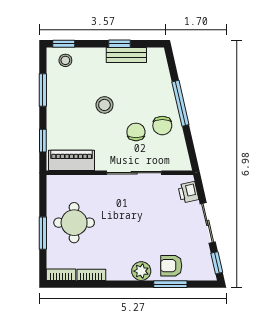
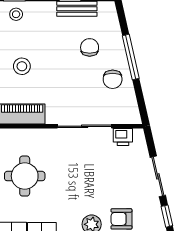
stool: (104, 105) -> (22, 66), moved
chair: (136, 132) -> (90, 47), moved
printer: (188, 192) -> (123, 137), moved, turned -77

